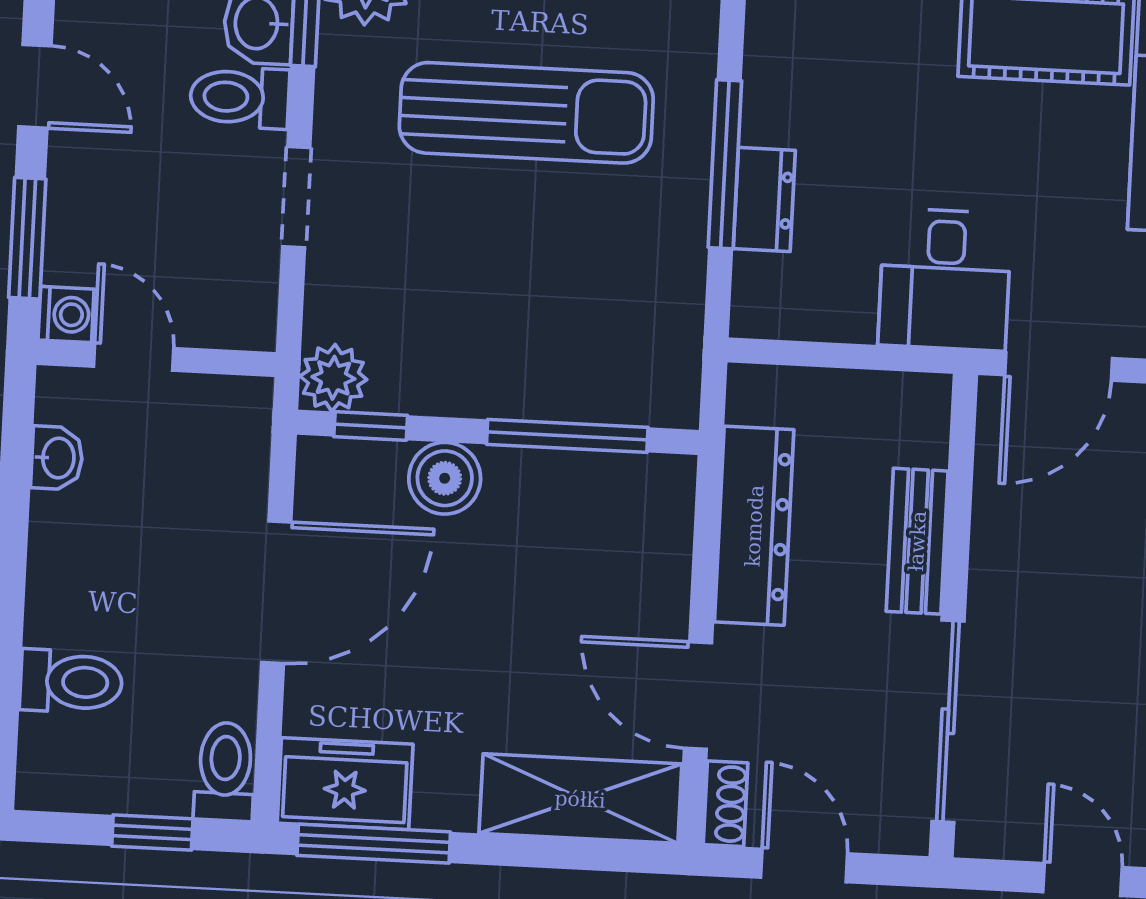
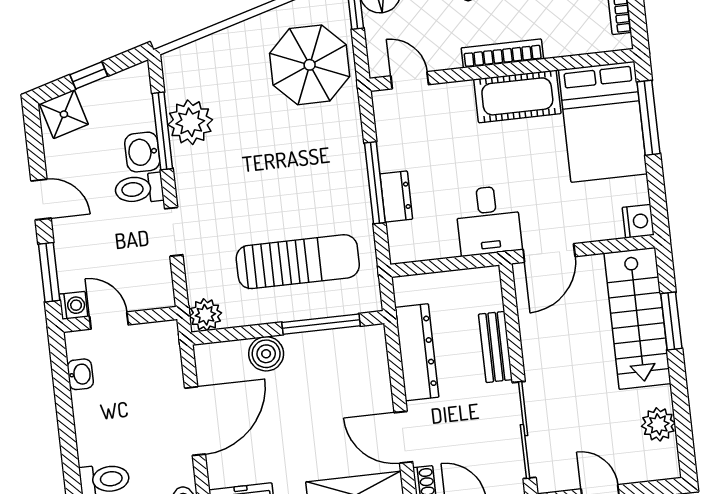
sun lounger: (526, 113) -> (298, 262), moved
window: (371, 426) -> (227, 335), removed

